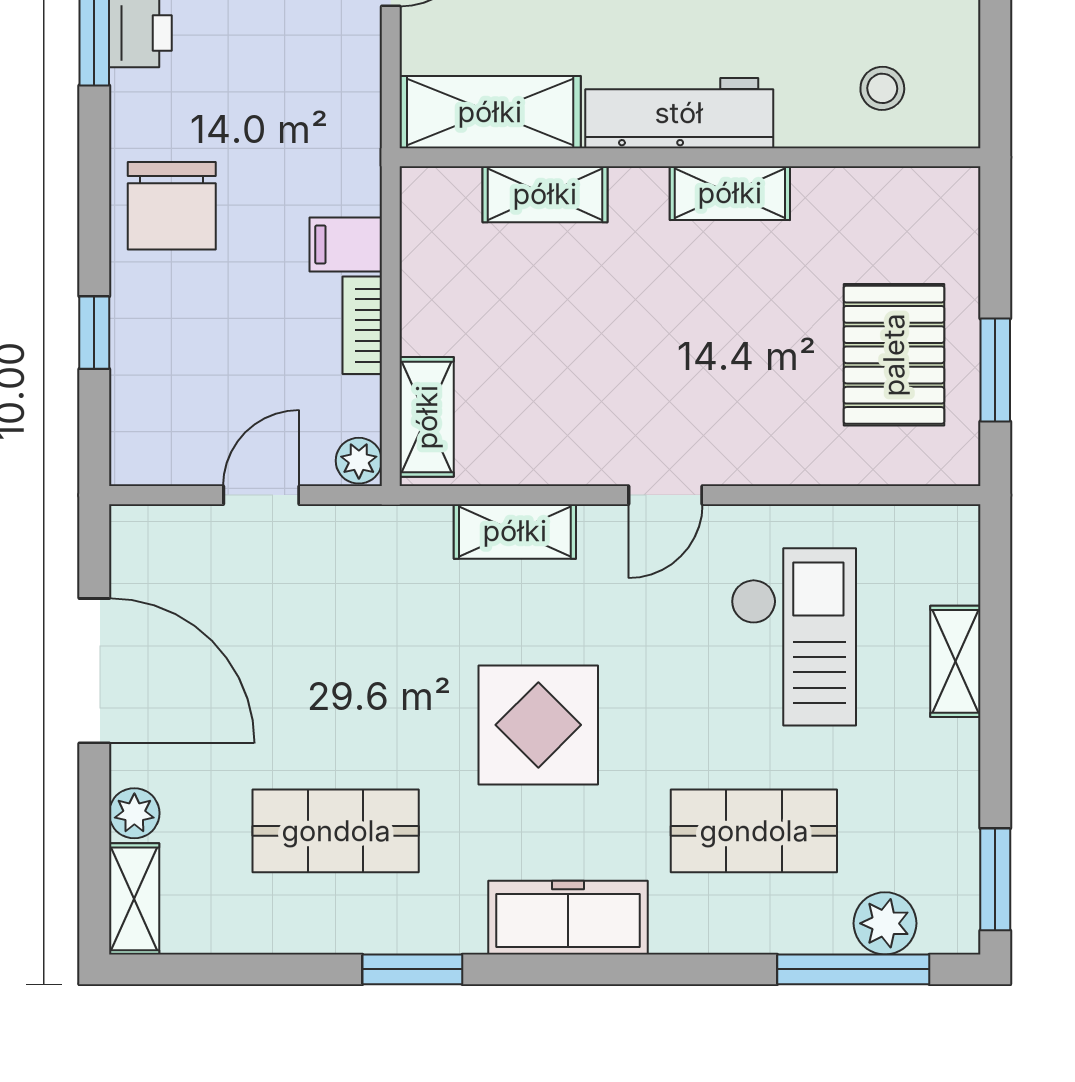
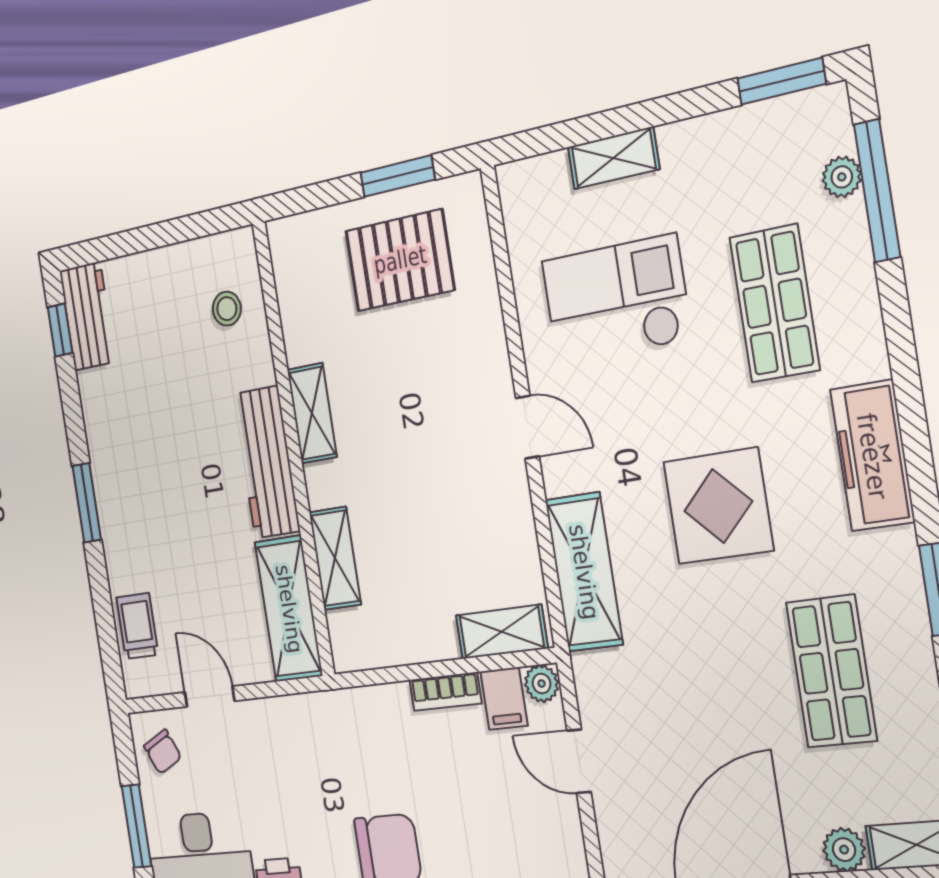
filing cabinet: (346, 245) -> (504, 699), moved
shelving: (515, 531) -> (584, 572), width x1.50, depth x1.33
plant: (885, 923) -> (842, 177), width x0.73, depth x0.73

